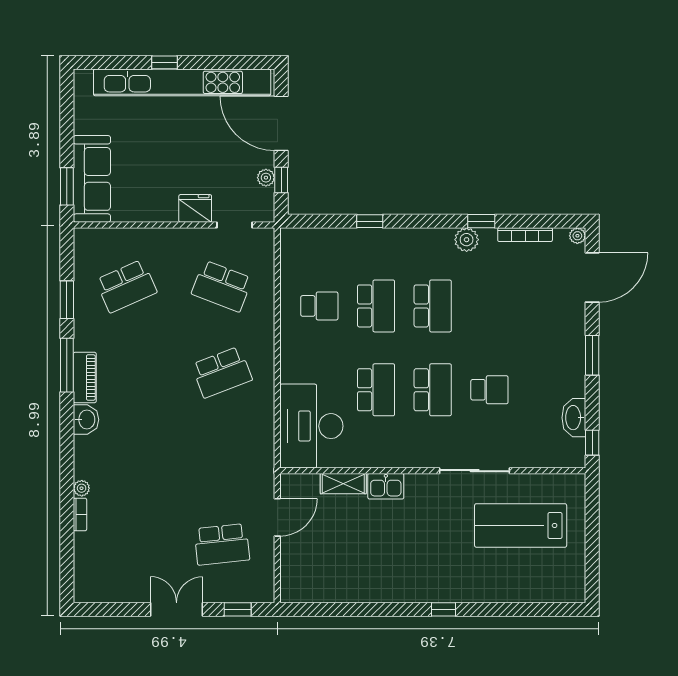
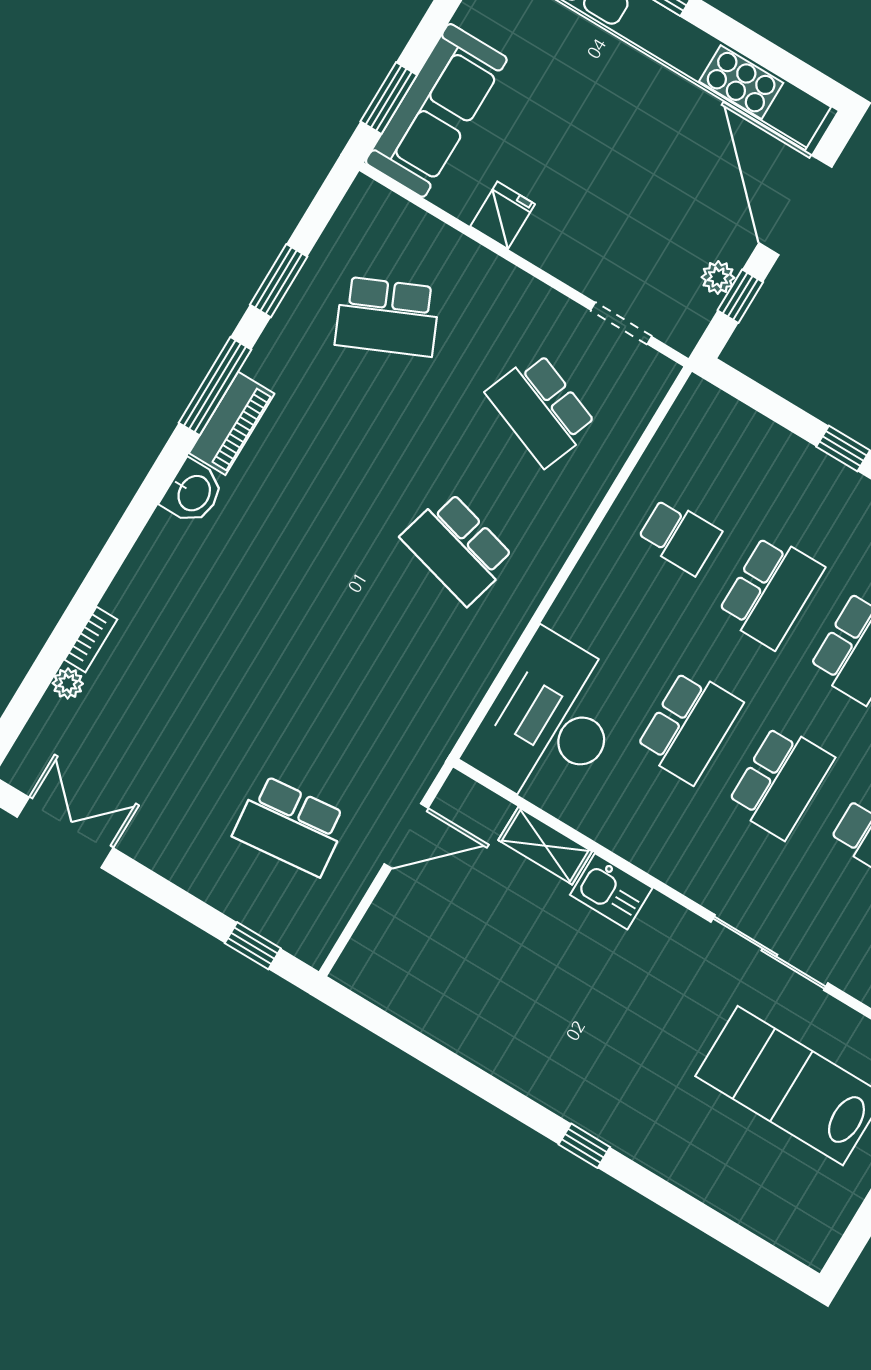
fridge: (195, 208) -> (503, 215), moved, width x0.72
school desk: (222, 372) -> (458, 548), turned 36
plant: (82, 488) -> (68, 683), moved
double door: (177, 609) -> (65, 833), moved

